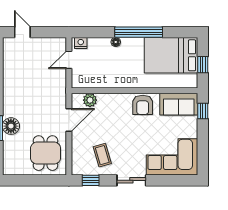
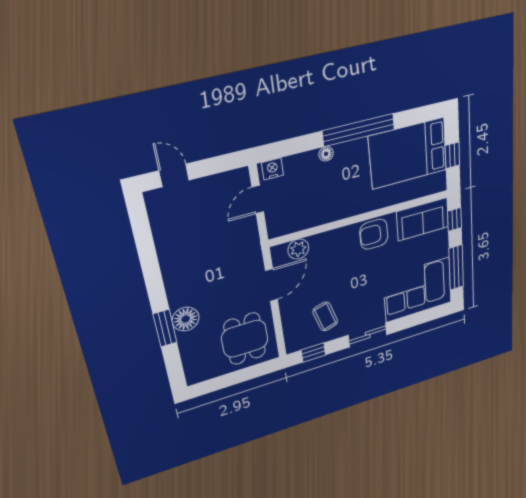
armchair: (143, 105) -> (374, 234), turned 90
window: (203, 149) -> (456, 268), added

